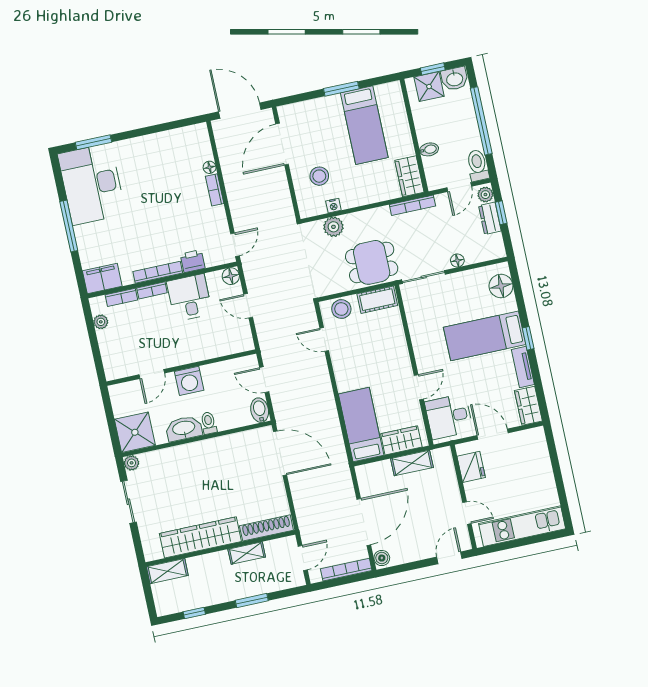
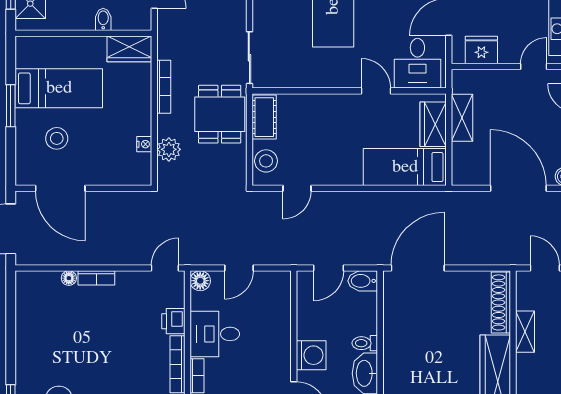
stool: (319, 176) -> (57, 138), moved
bookcase: (412, 205) -> (164, 87), moved
door: (235, 245) -> (165, 268), hinge flipped
floor lamp: (457, 261) -> (239, 14), removed

